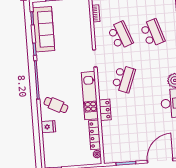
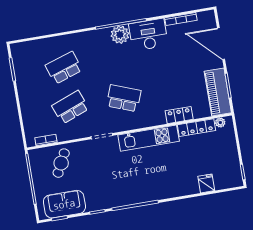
sofa: (44, 29) -> (64, 204), width x0.73
cafe table: (56, 105) -> (61, 163), moved
locker: (105, 110) -> (179, 115), moved
fridge: (48, 127) -> (206, 183), moved
piano: (122, 155) -> (218, 92), added

